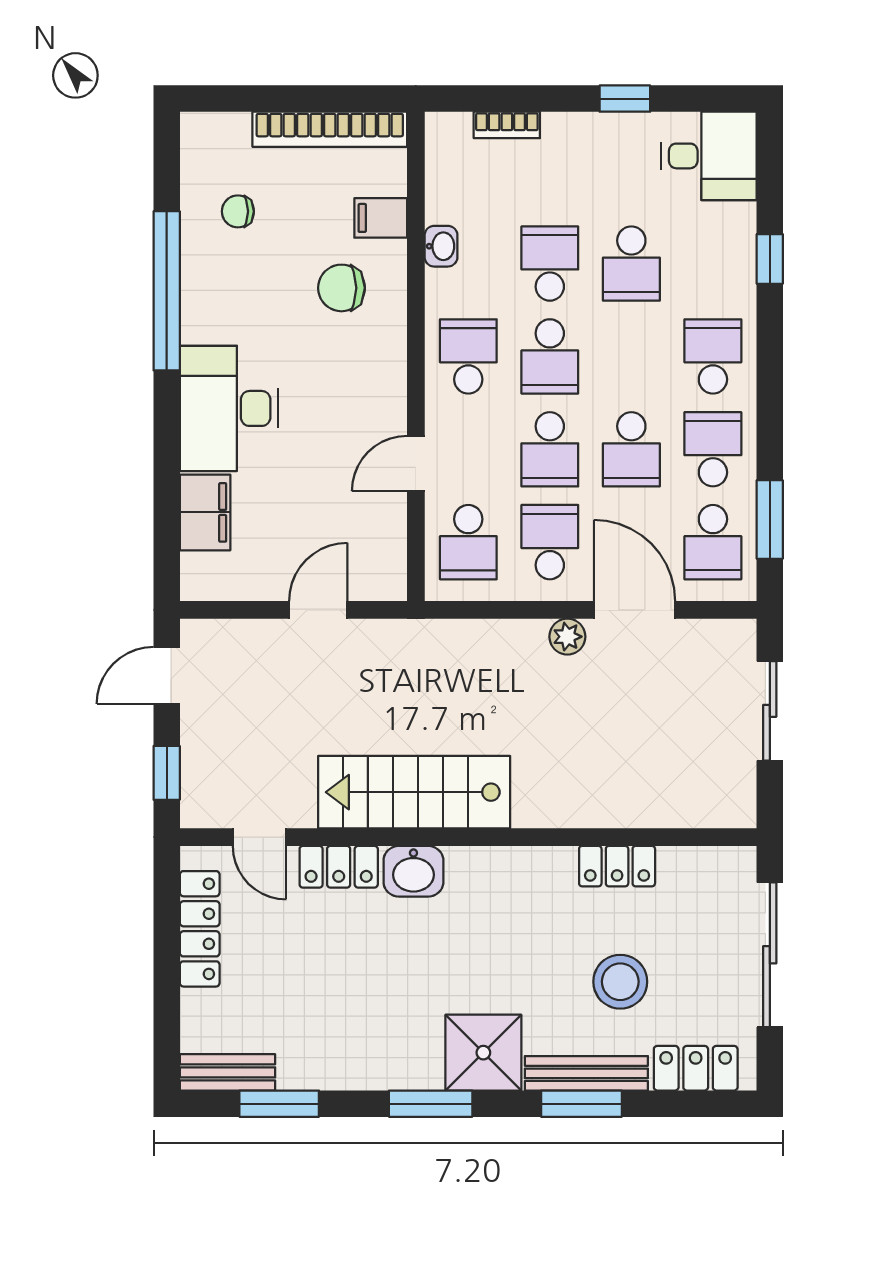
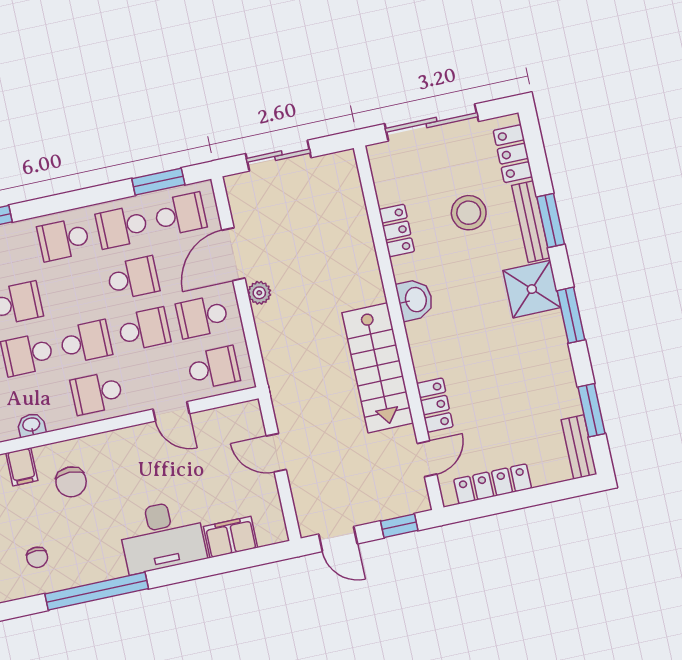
washbasin: (413, 871) -> (415, 300), moved

